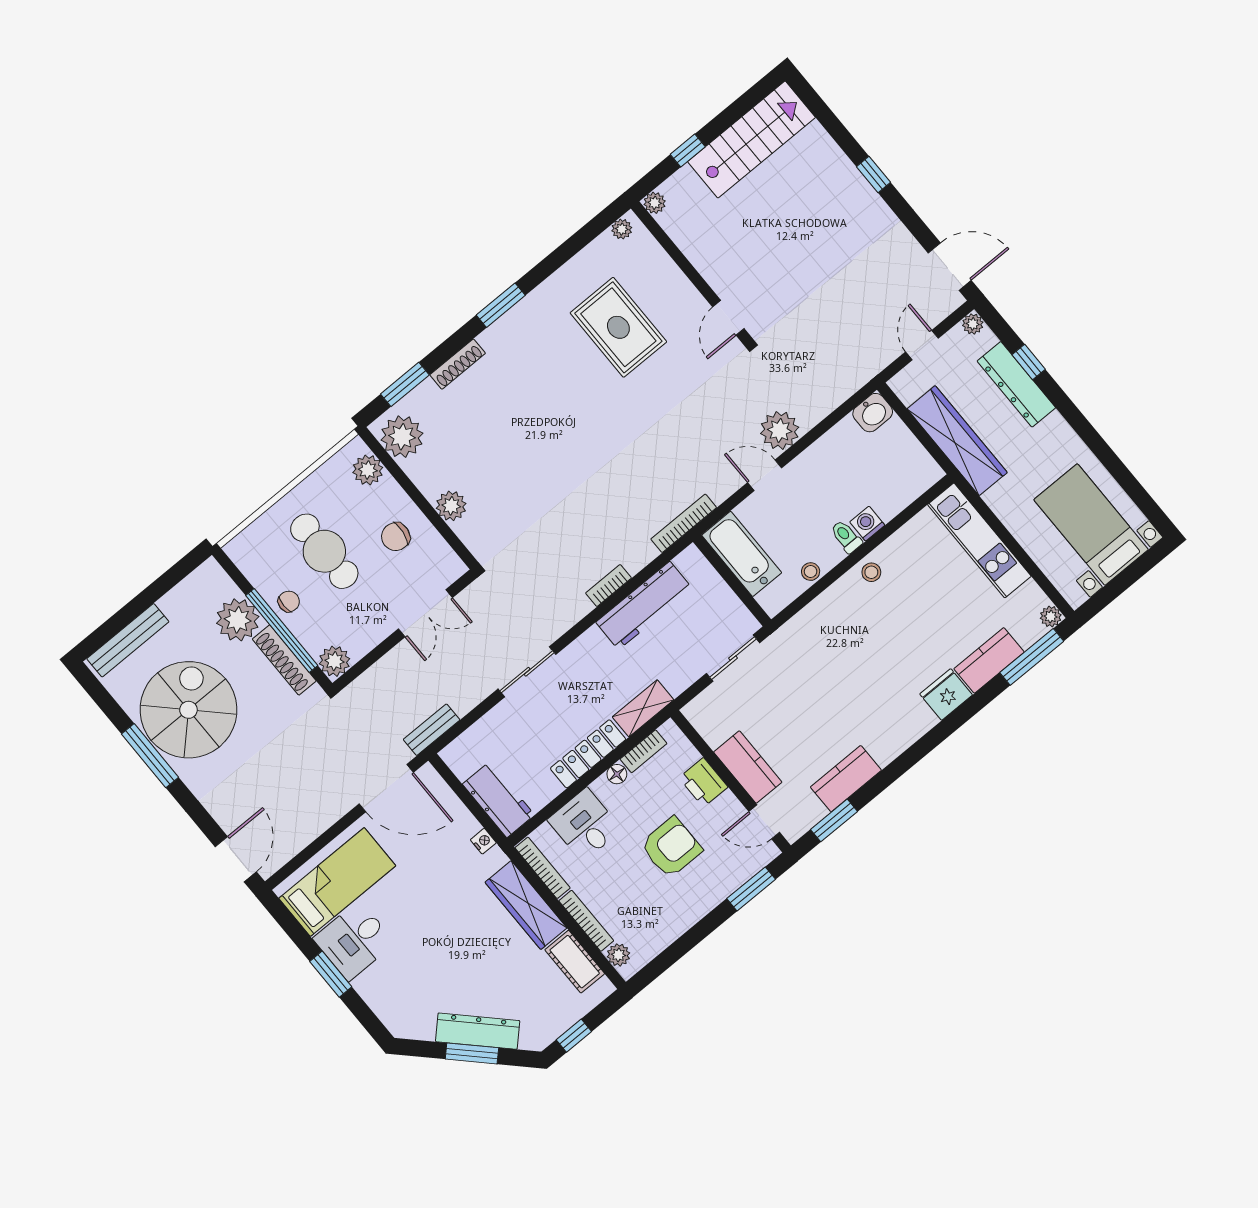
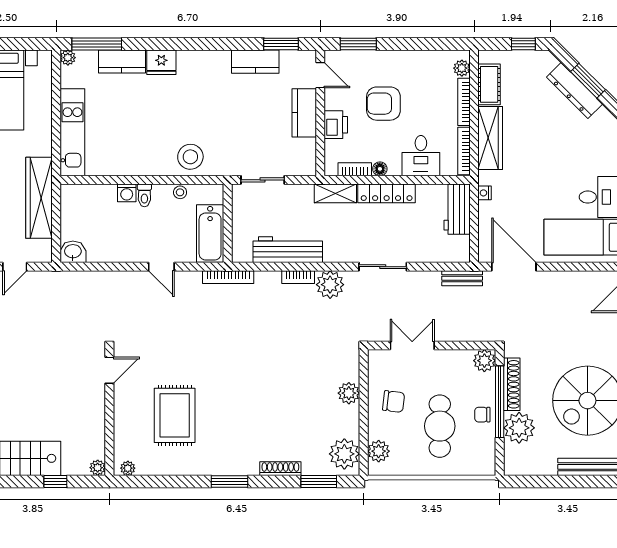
plant: (780, 430) -> (330, 285), moved
stool: (871, 572) -> (190, 157), moved, width x1.89, depth x1.89

